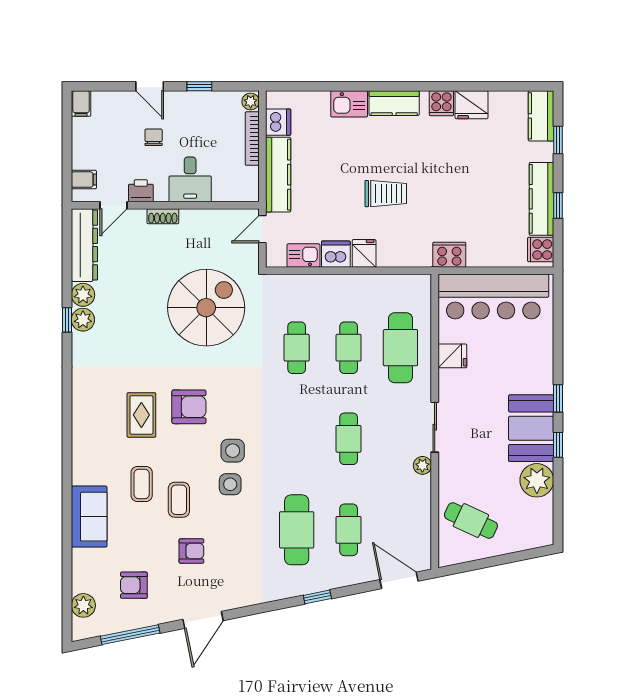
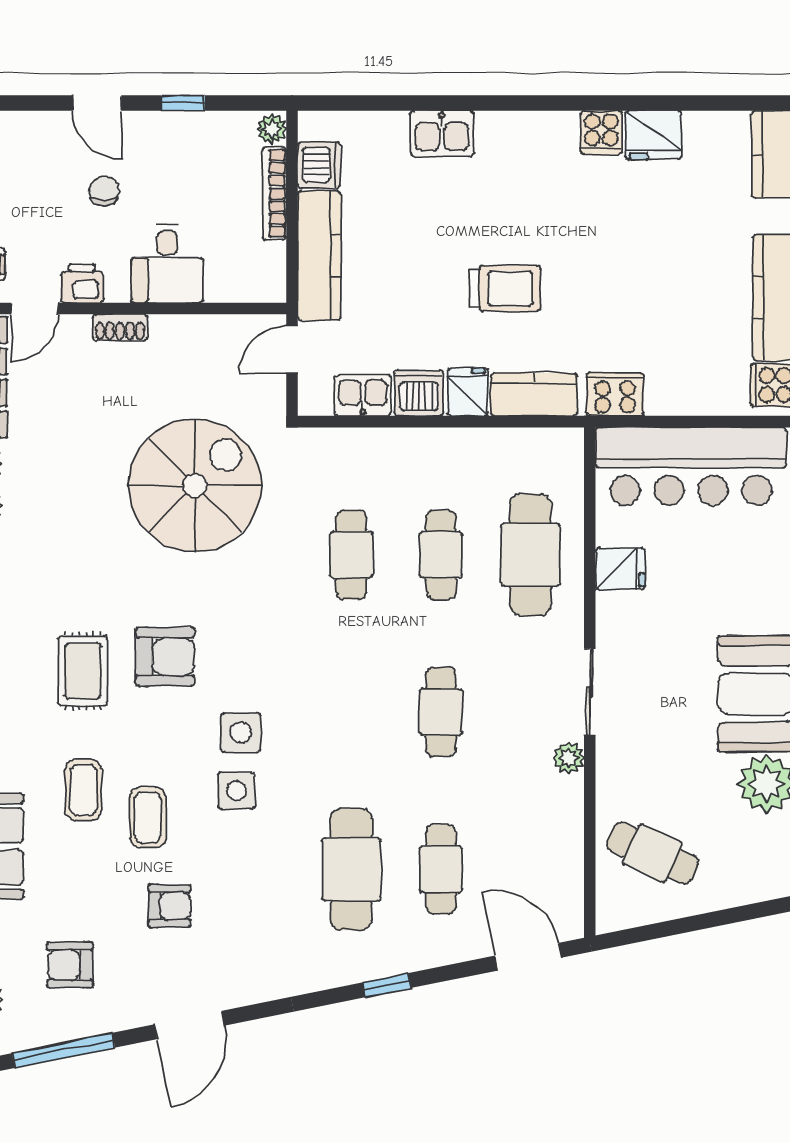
kitchen counter: (394, 103) -> (534, 394), moved, turned 180

